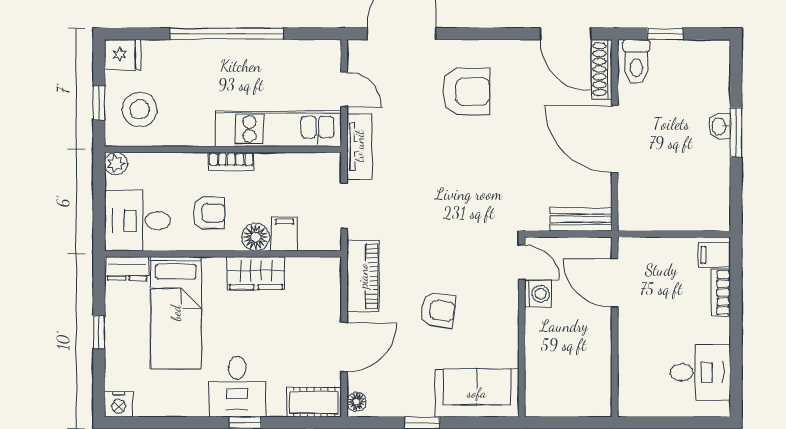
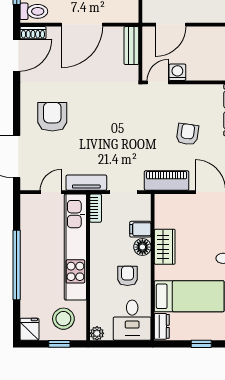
shoe rack: (602, 69) -> (33, 33), width x0.70
kitchen unit: (278, 129) -> (75, 247), width x1.36
bookcase: (231, 161) -> (96, 208), moved

